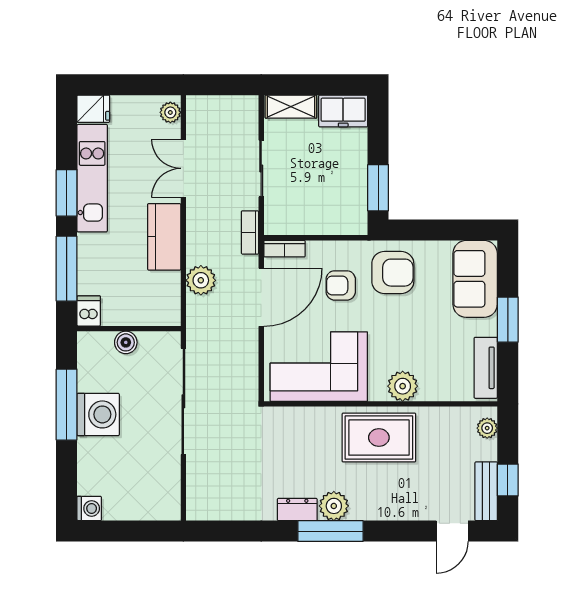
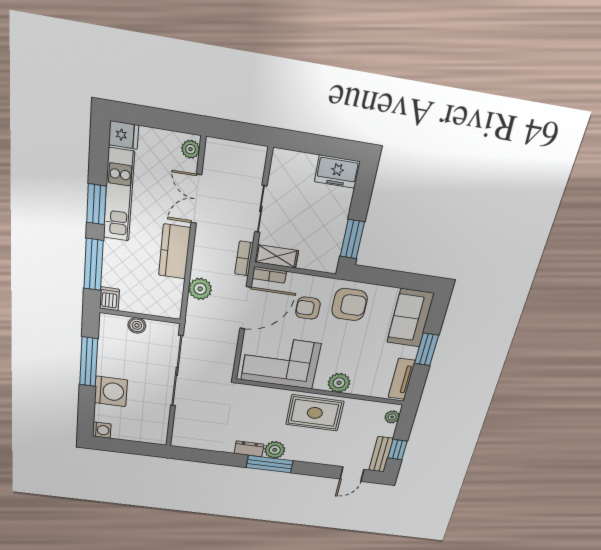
shelving: (291, 107) -> (277, 256), moved
washing machine: (98, 414) -> (111, 391), moved

